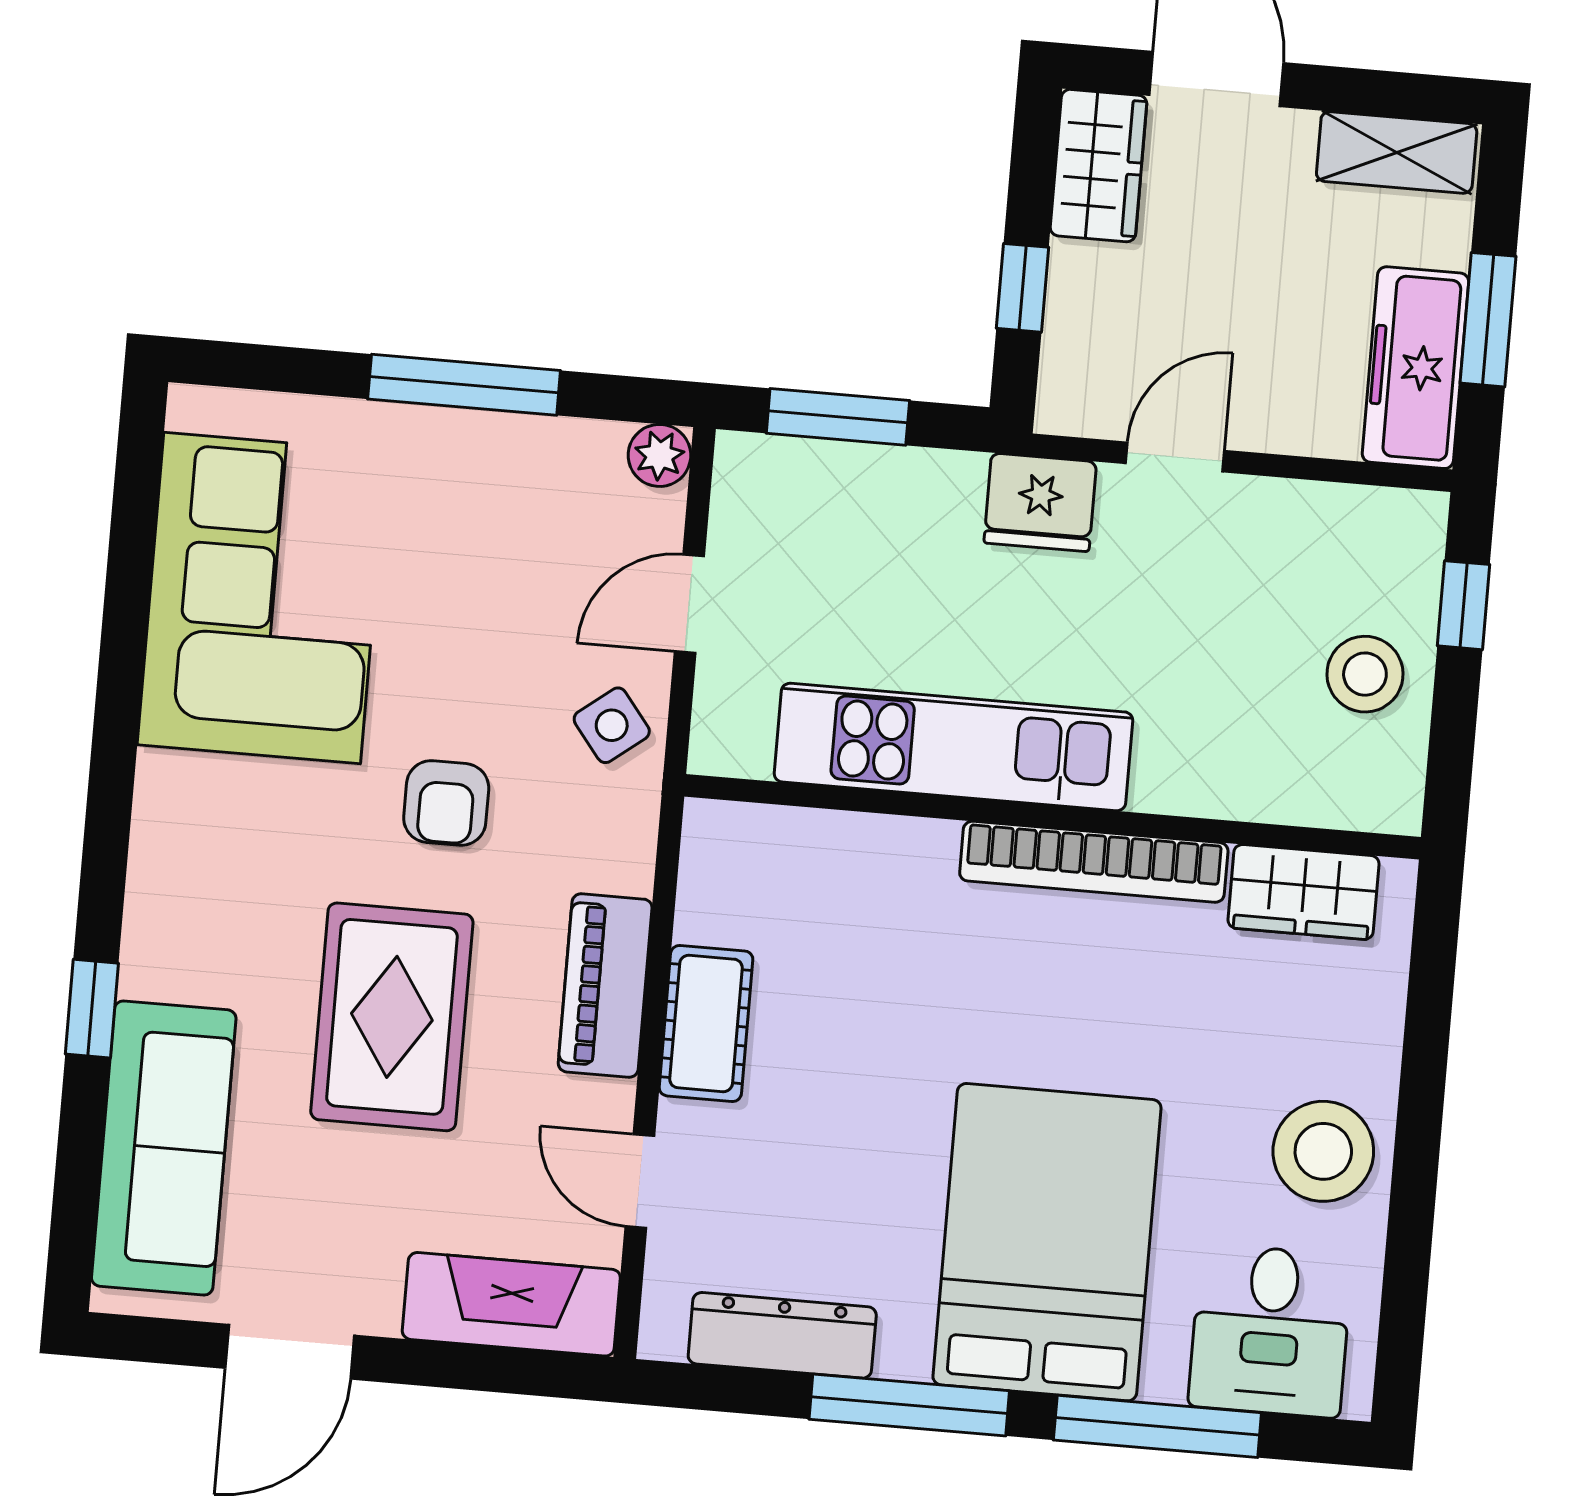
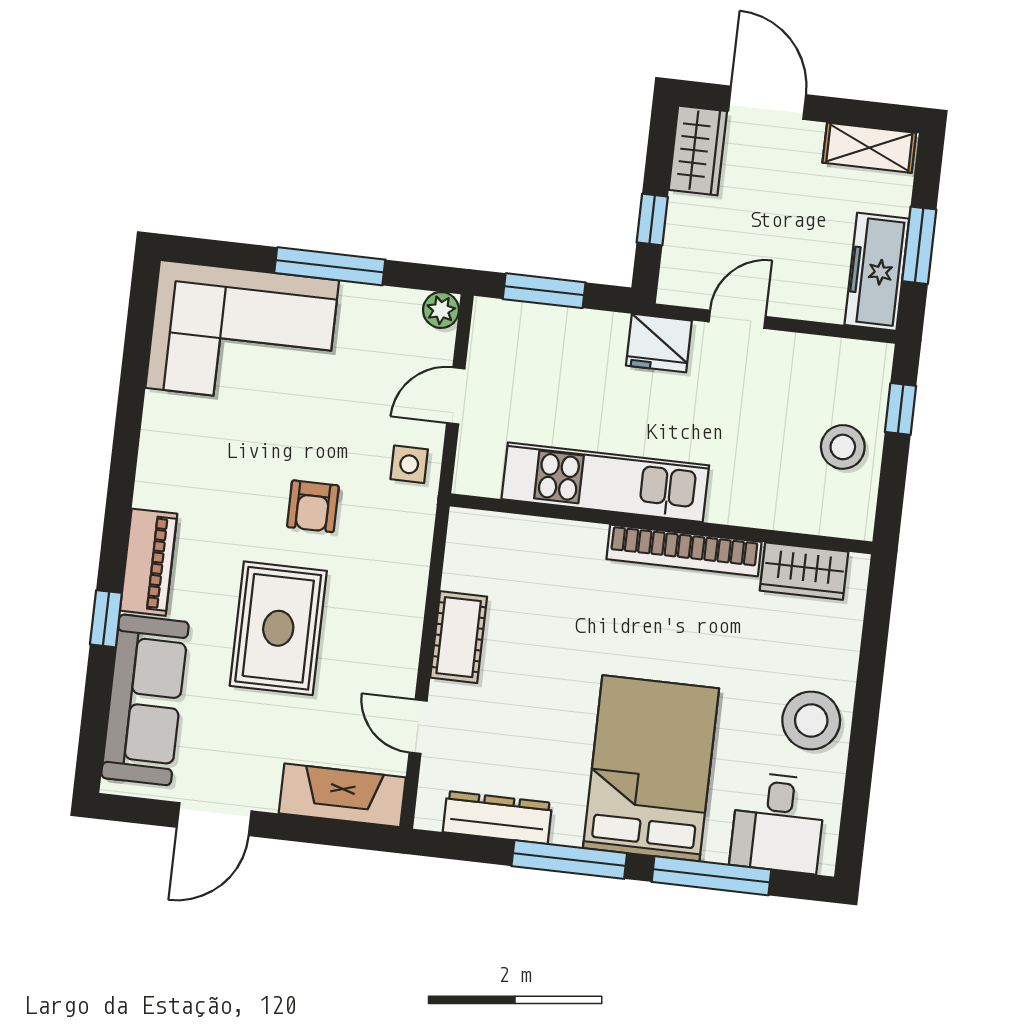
corner sofa: (262, 598) -> (242, 334), moved, turned 90
side table: (612, 725) -> (409, 464), turned 38
piano: (605, 986) -> (149, 562), moved, turned 180

